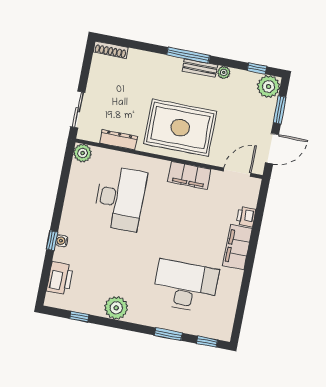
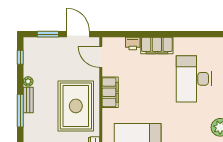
plant: (269, 86) -> (32, 46), removed

